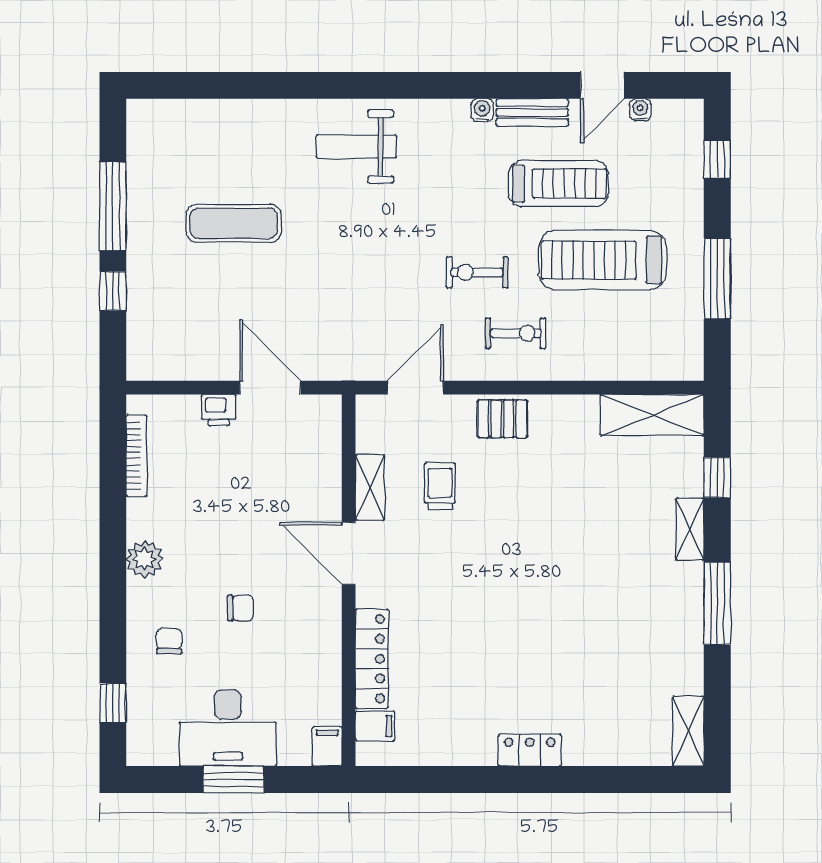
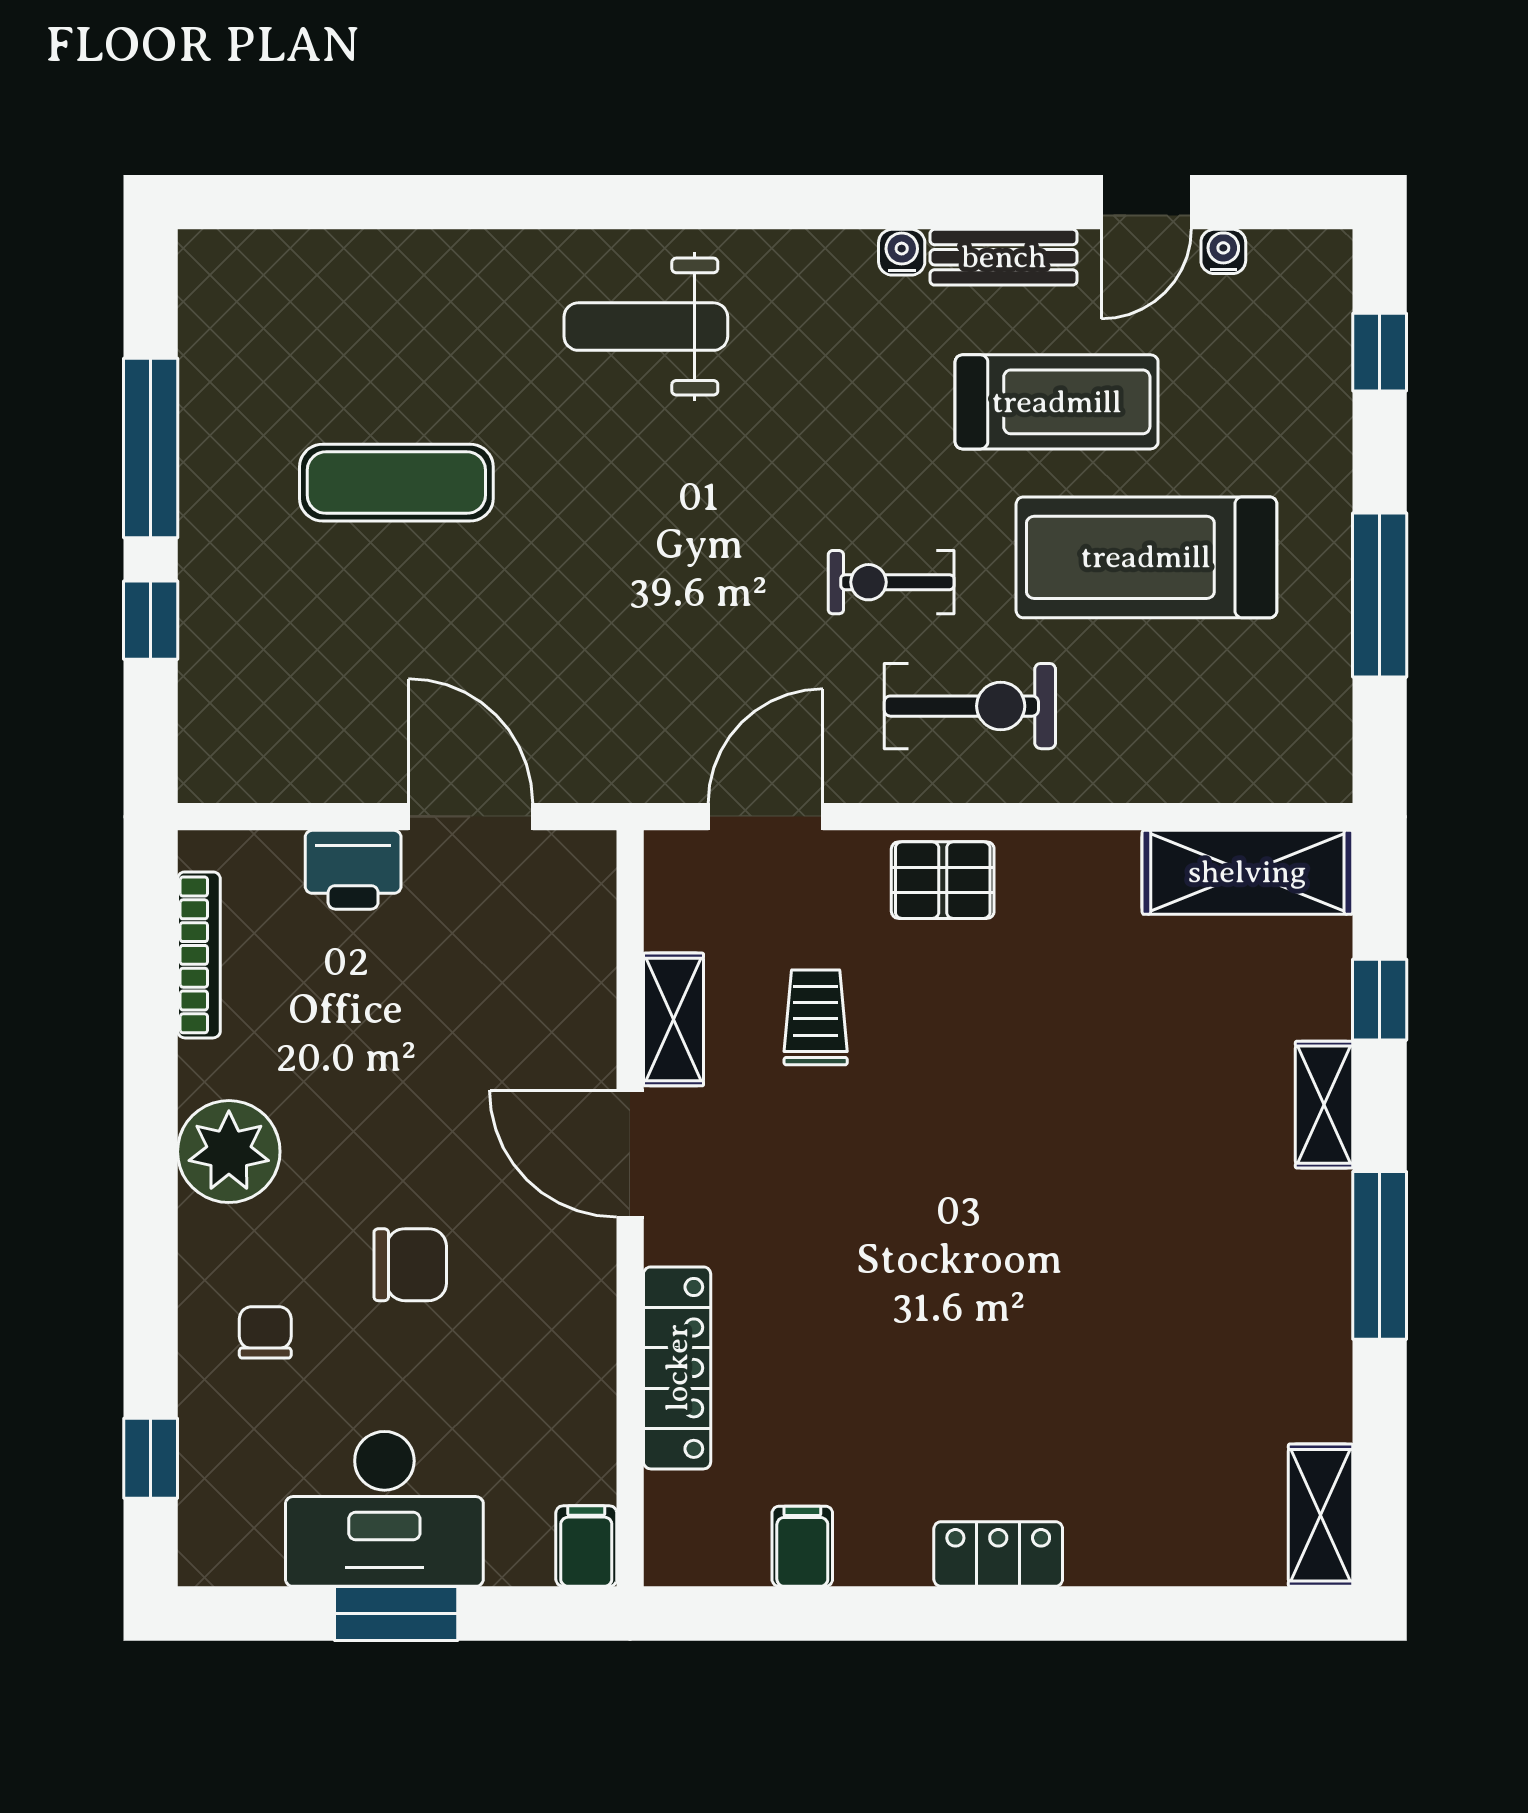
exercise bike: (516, 333) -> (970, 706), width x1.38, depth x1.39
printer: (219, 410) -> (353, 870), width x1.36, depth x1.24
plant: (145, 559) -> (229, 1152), width x1.36, depth x1.36
chair: (240, 608) -> (410, 1265), width x1.37, depth x1.37
filing cabinet: (375, 726) -> (802, 1546), moved, turned -90

